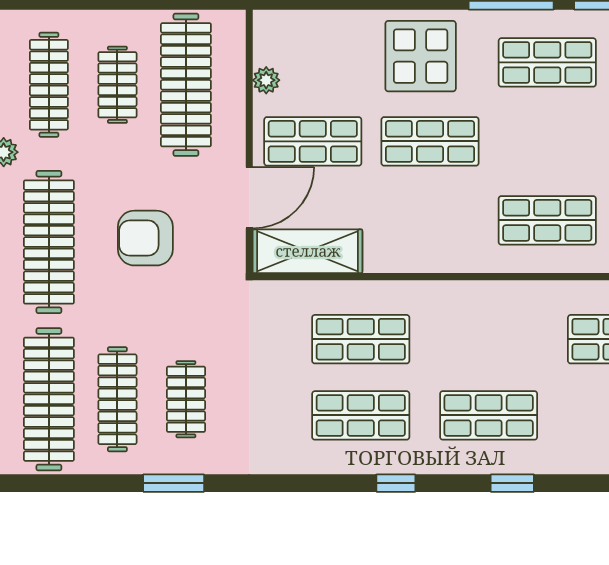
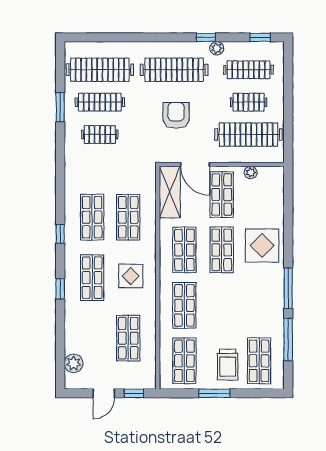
shop shelf: (547, 62) -> (184, 250), moved
display table: (485, 334) -> (131, 276), added
window: (174, 483) -> (60, 107), moved

